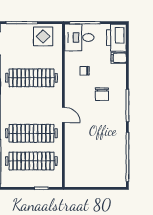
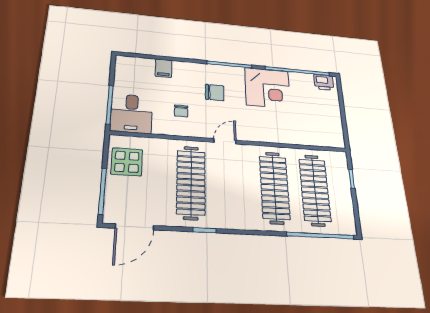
printer: (116, 38) -> (324, 82), moved, width x0.53, depth x0.68
door: (63, 115) -> (225, 141), moved
corner desk: (110, 133) -> (268, 88), added

